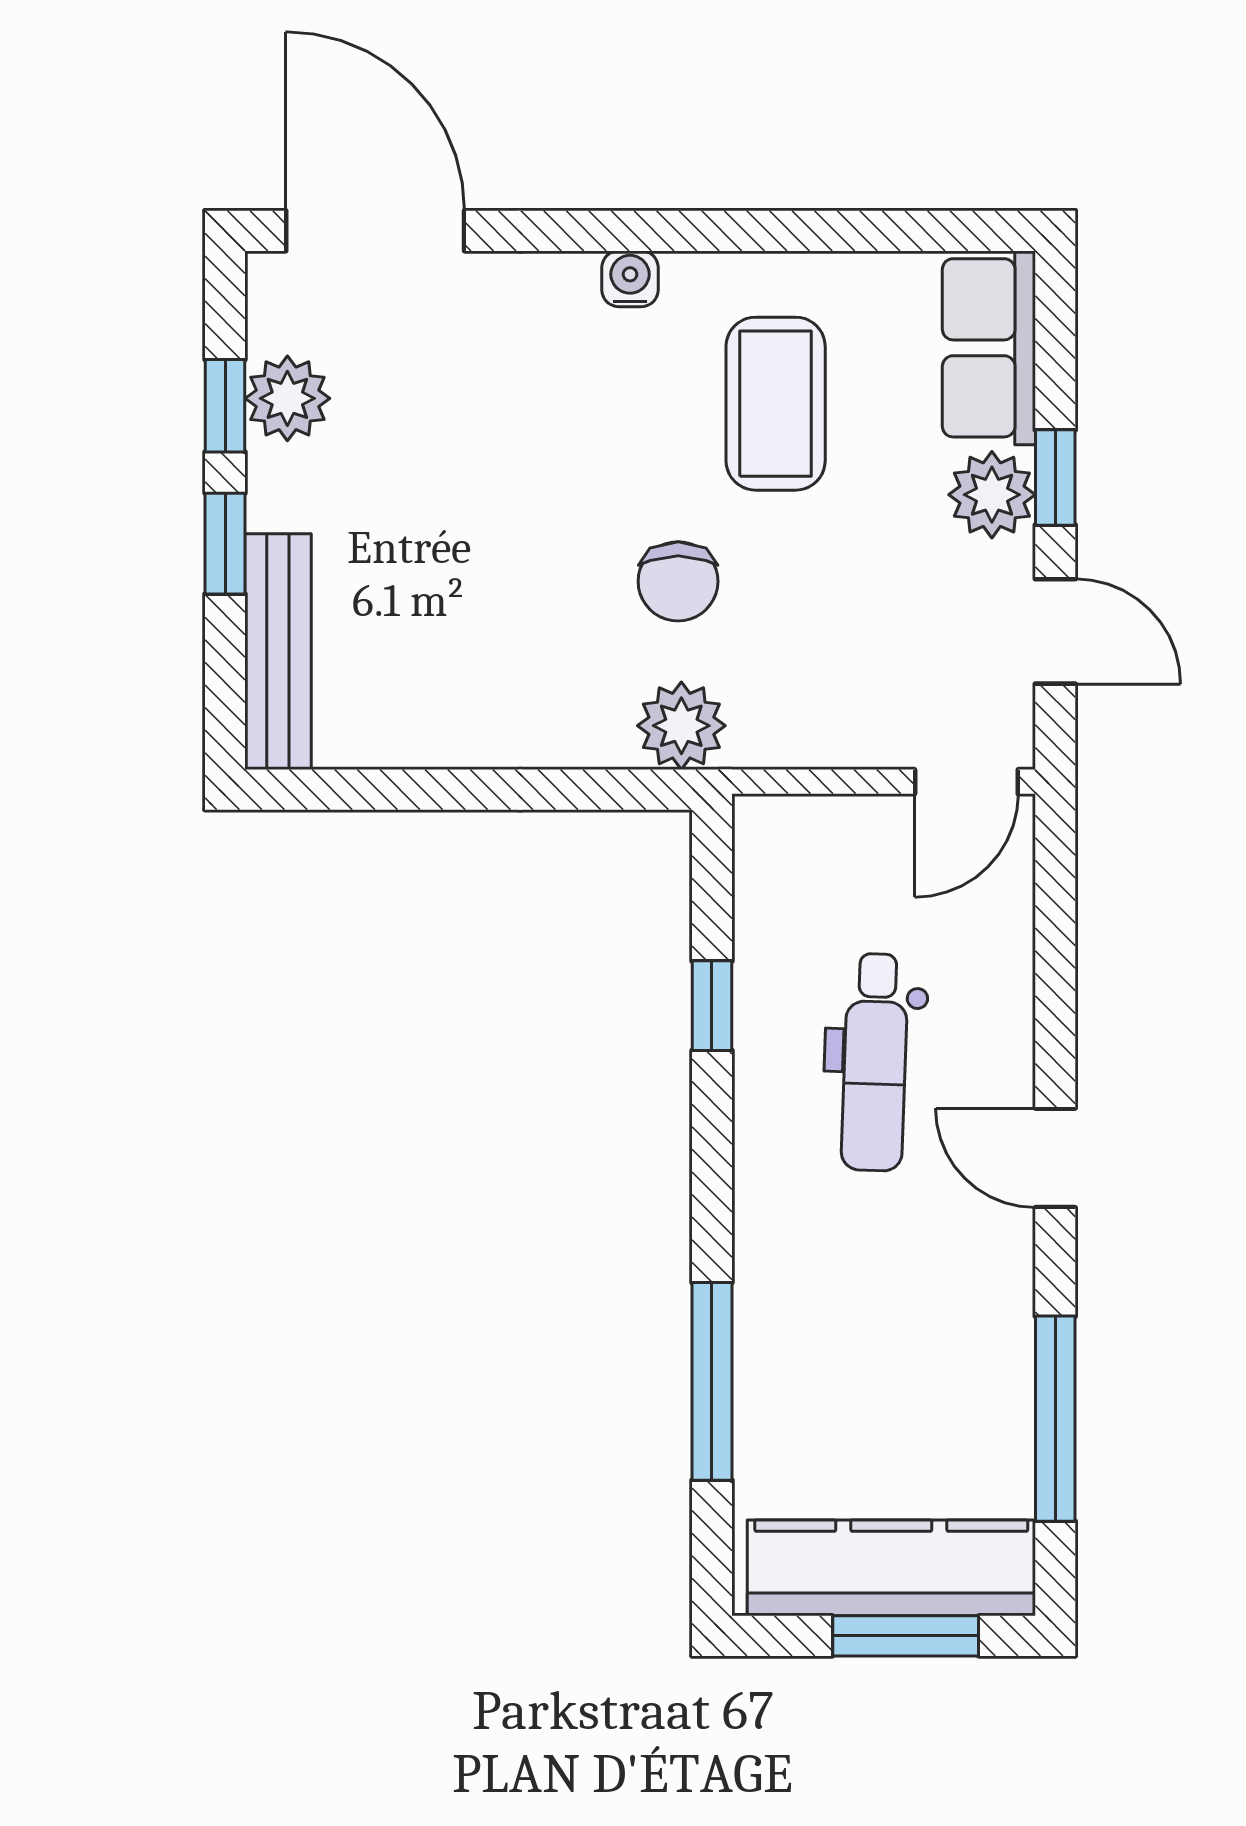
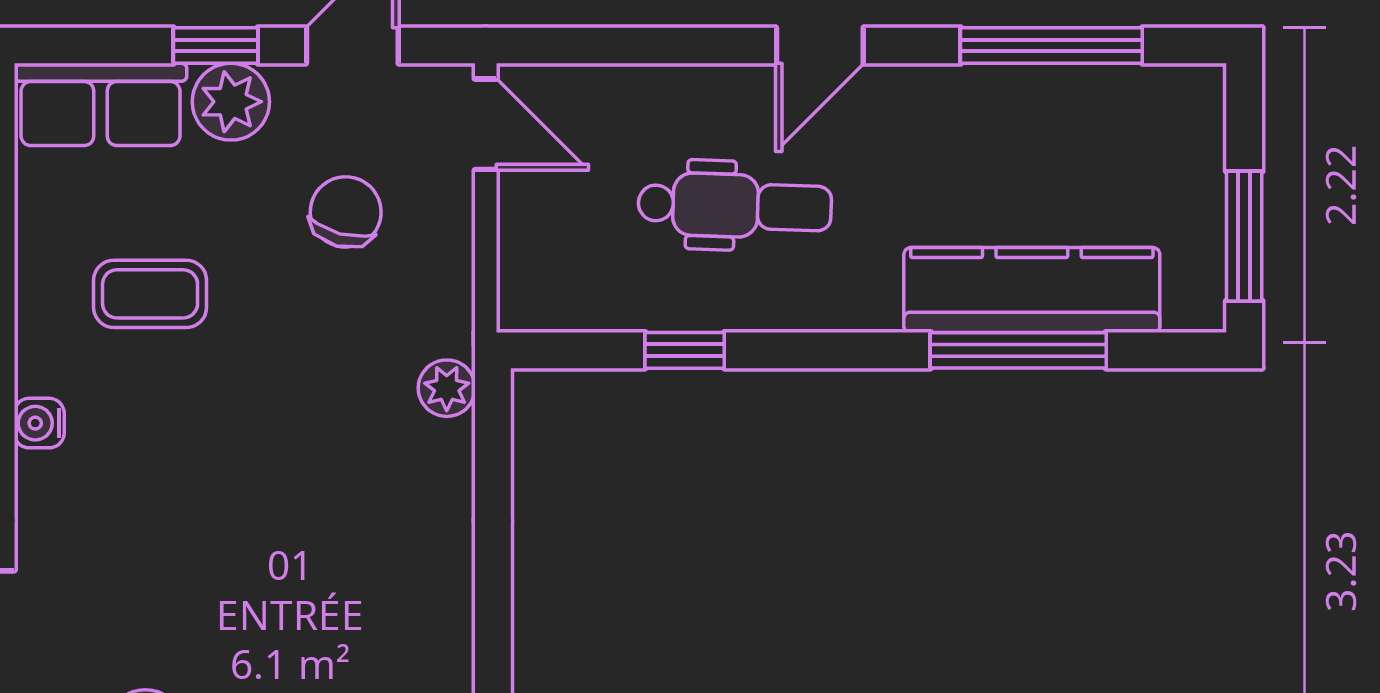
coffee table: (776, 404) -> (150, 294), width x0.73, depth x0.77
chair: (678, 581) -> (346, 212), moved, turned -75
plant: (681, 726) -> (447, 388), width x0.73, depth x0.73
kitchen counter: (891, 1568) -> (1032, 290), moved, turned 90
window: (906, 1636) -> (1244, 236), moved

